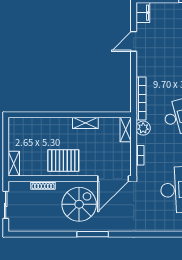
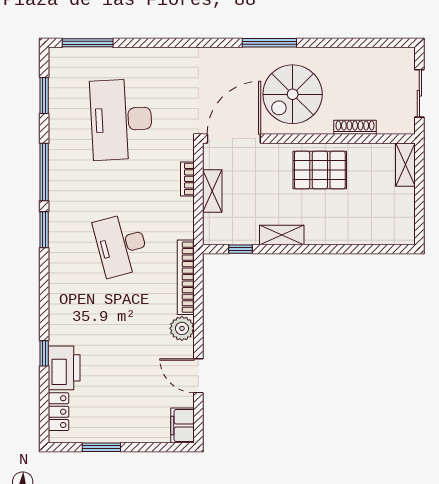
door: (134, 41) -> (198, 376), swing flipped
window: (109, 115) -> (241, 249), added
plant: (143, 128) -> (182, 328), moved
shelving: (126, 129) -> (212, 191), moved

